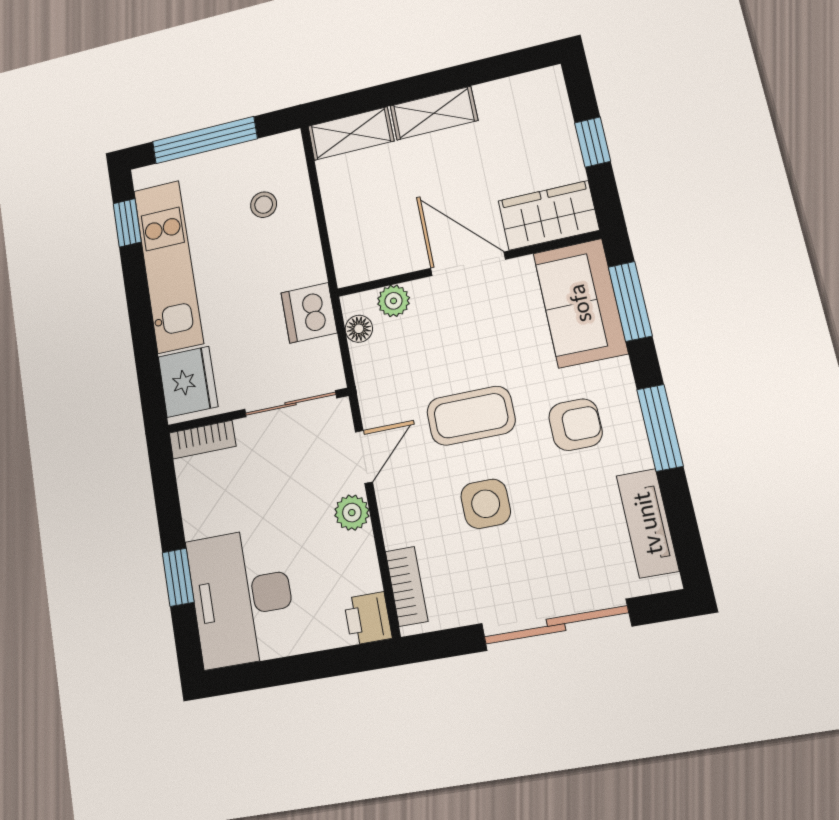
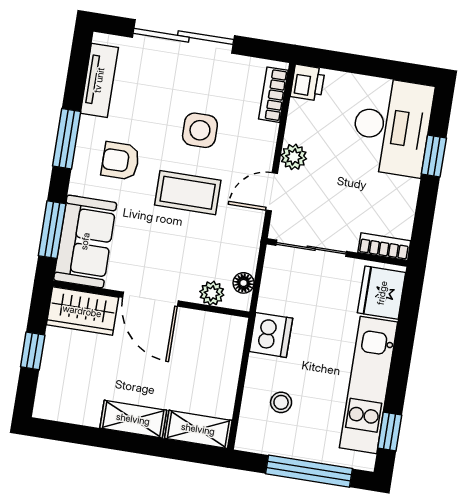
dishwasher: (309, 313) -> (271, 335), moved

